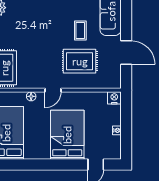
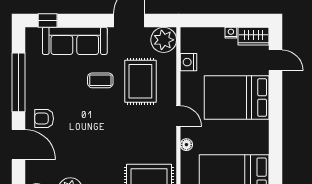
plant: (111, 79) -> (164, 40), added
nightstand: (114, 98) -> (188, 62), moved
wardrobe: (114, 148) -> (253, 36), added

